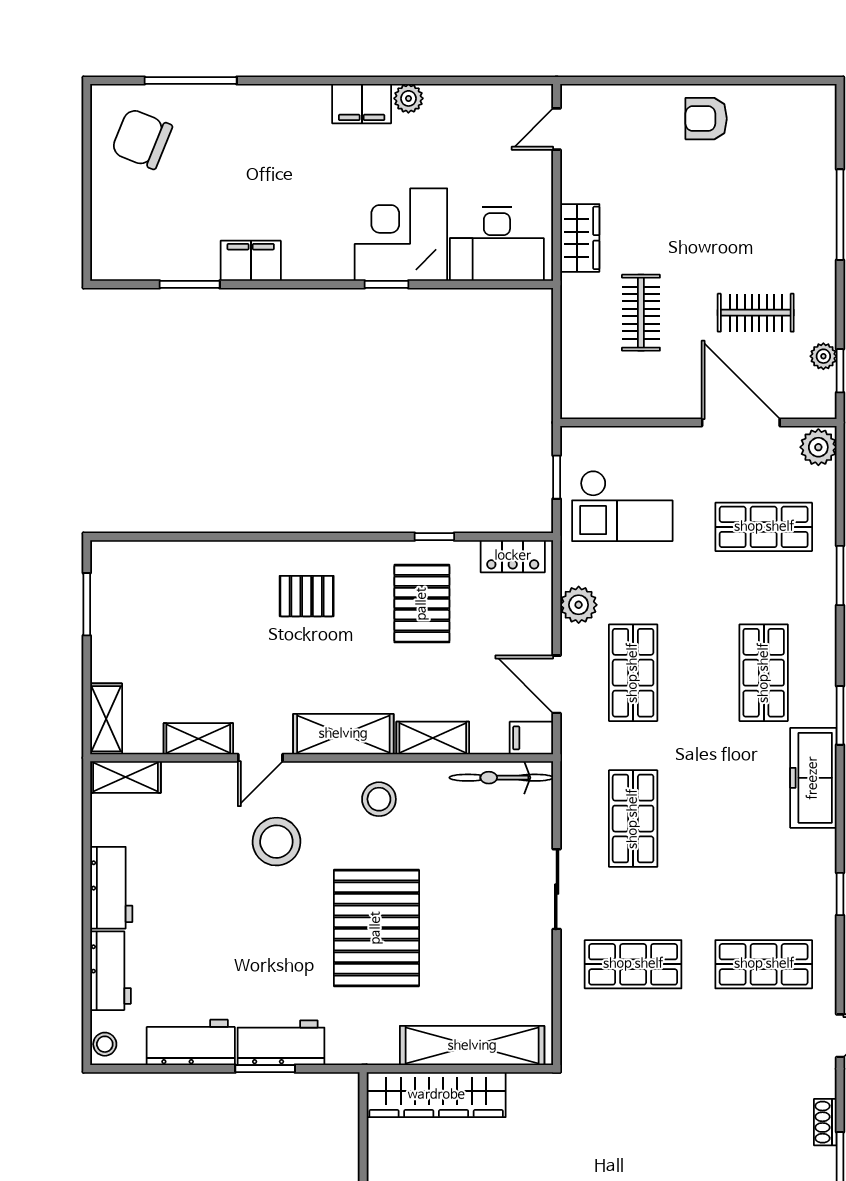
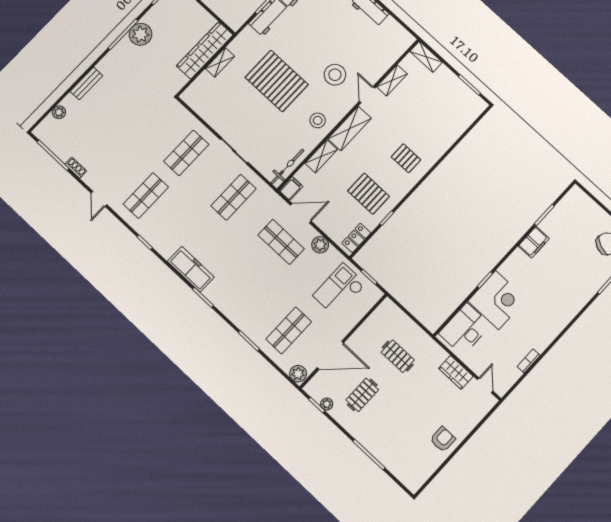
bookcase: (452, 94) -> (529, 361), added
plant: (408, 98) -> (541, 345), removed
filing cabinet: (362, 104) -> (553, 328), removed
wardrobe: (580, 238) -> (456, 372), moved
pallet: (307, 596) -> (406, 158), turned 90
shop shelf: (764, 673) -> (241, 285), removed
shelving: (125, 777) -> (401, 46), removed
shop shelf: (633, 819) -> (233, 197), turned 90
shelving: (472, 1046) -> (220, 62), width x0.45, depth x0.75

